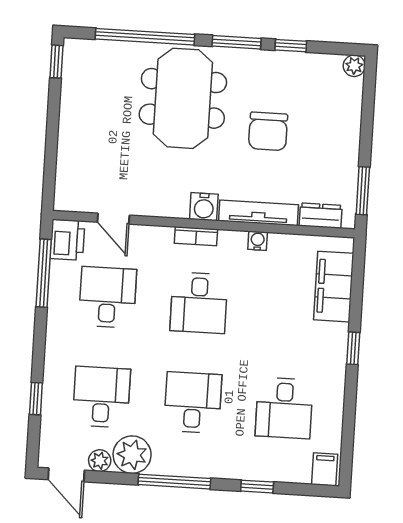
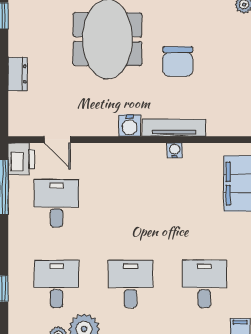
dresser: (321, 216) -> (18, 74), moved, turned 90
bookcase: (196, 236) -> (125, 150), removed
desk: (199, 303) -> (130, 203), removed
desk: (284, 408) -> (204, 284), turned 180

